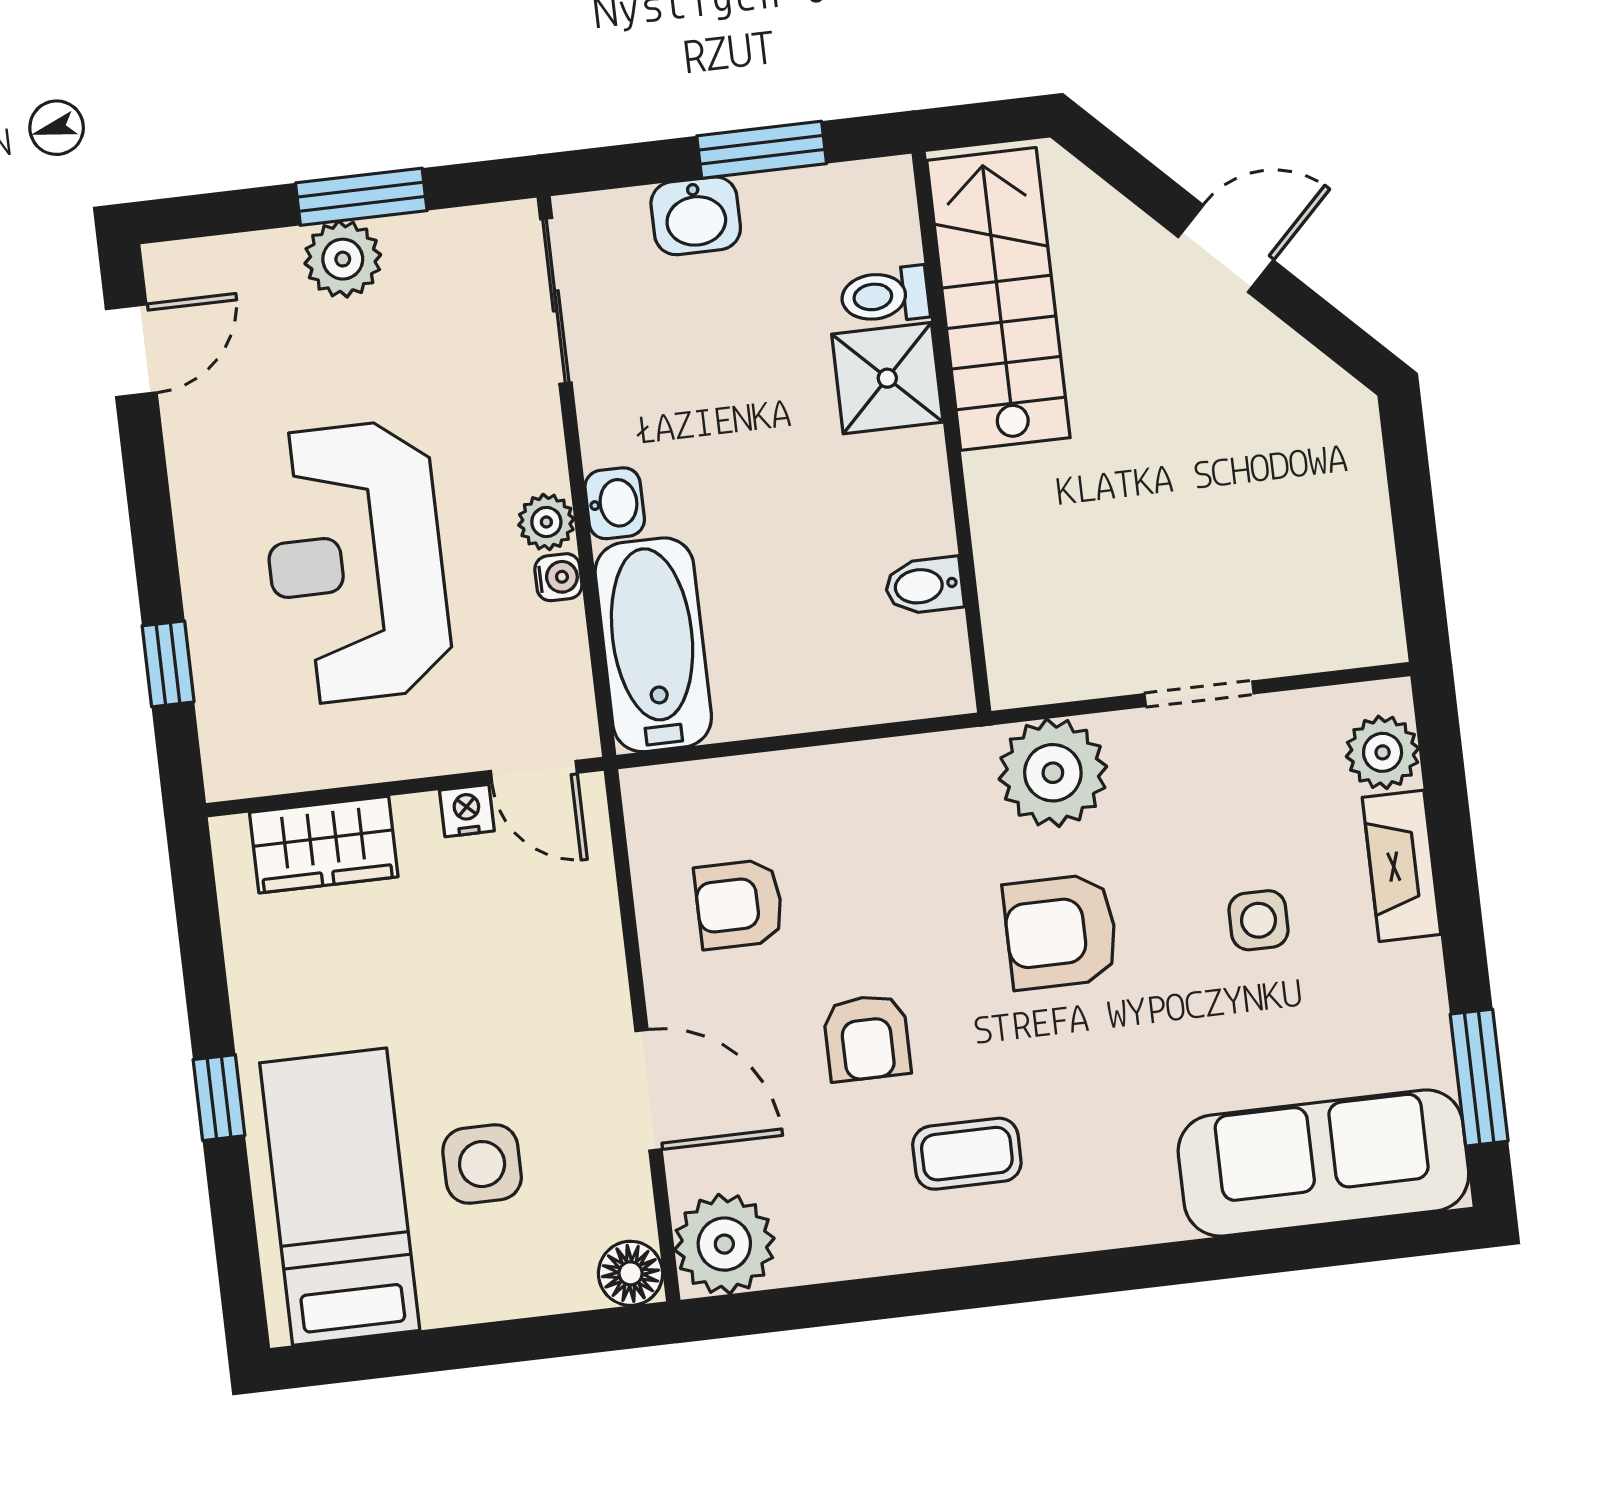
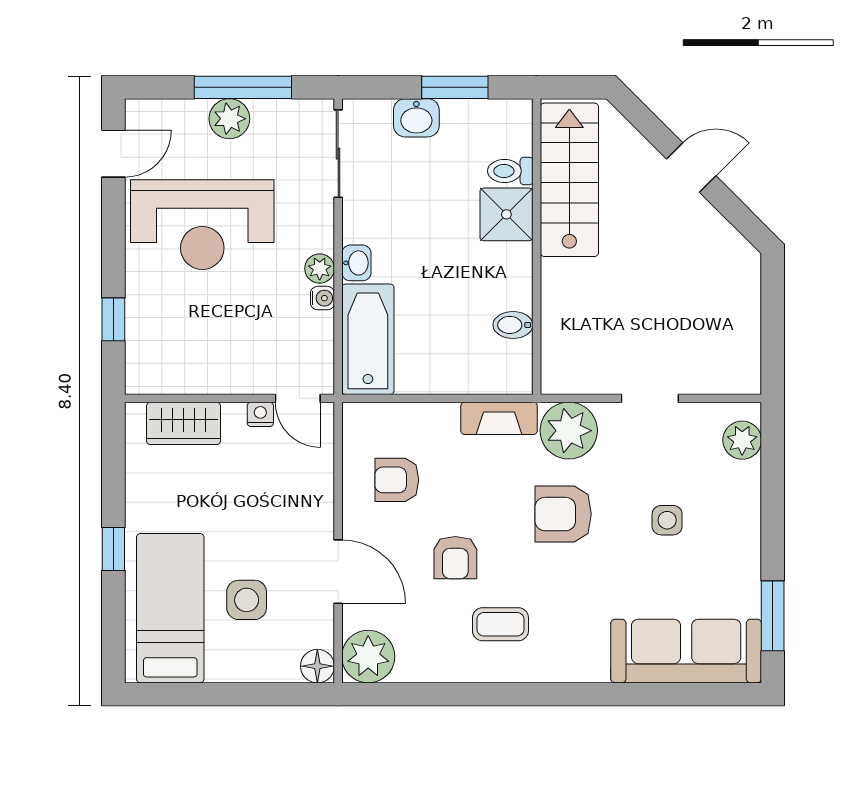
window: (361, 197) -> (243, 87), width x1.44
reception desk: (355, 562) -> (202, 225), moved, turned -90
fireplace: (1401, 866) -> (499, 418), moved, turned -90

